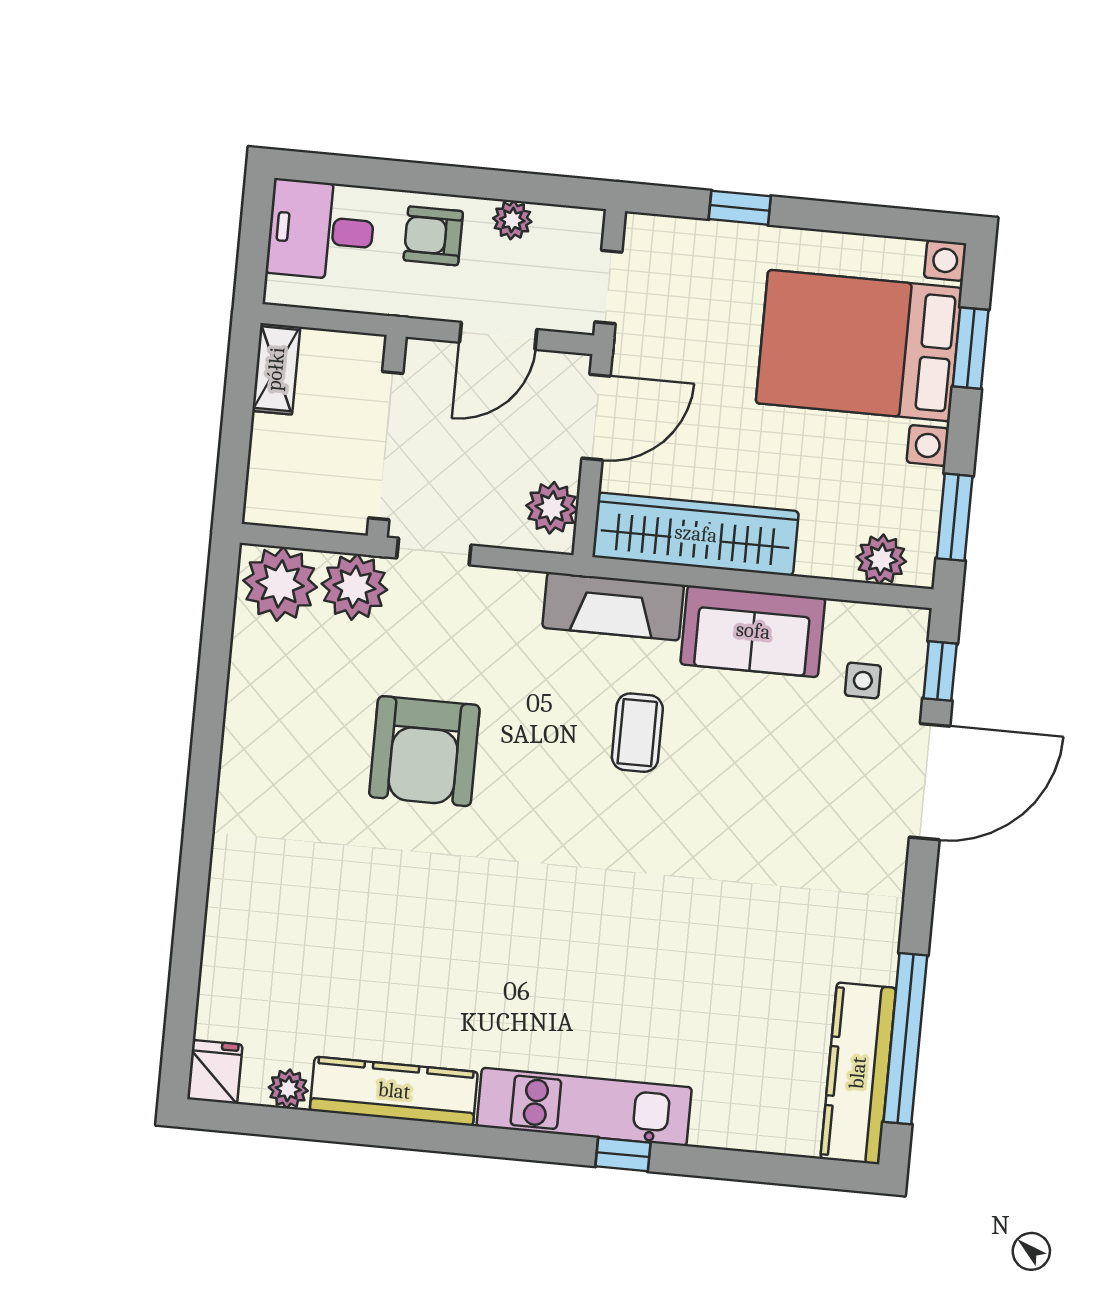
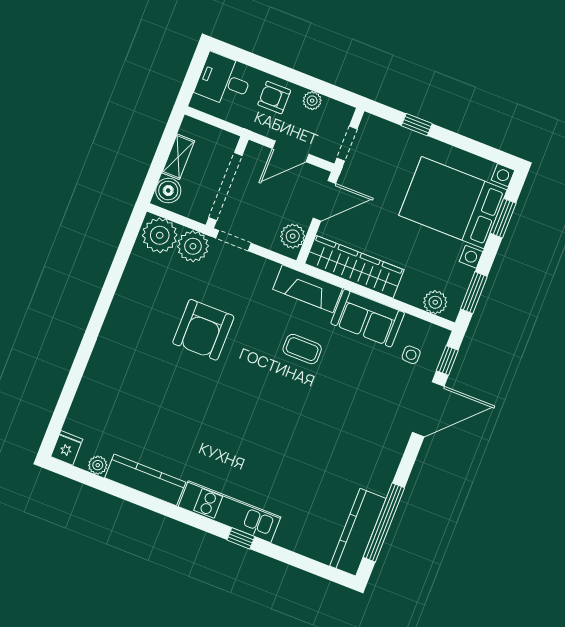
shelving: (276, 369) -> (178, 157), moved
boiler: (271, 488) -> (168, 191), added
coffee table: (637, 733) -> (302, 349), turned 90

